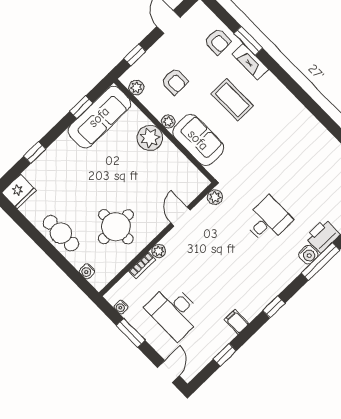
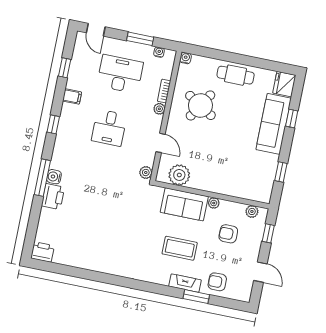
sofa: (99, 117) -> (274, 124), moved
plant: (150, 138) -> (179, 175), moved
desk: (268, 220) -> (109, 128), moved
round table: (116, 227) -> (200, 105), turned 32
water cooler: (87, 271) -> (186, 58), moved

